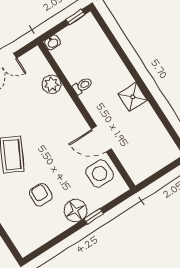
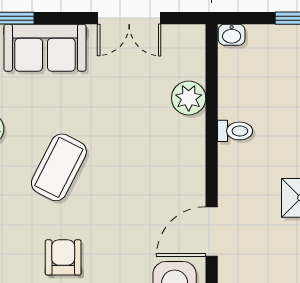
door: (101, 139) -> (212, 232), hinge flipped

